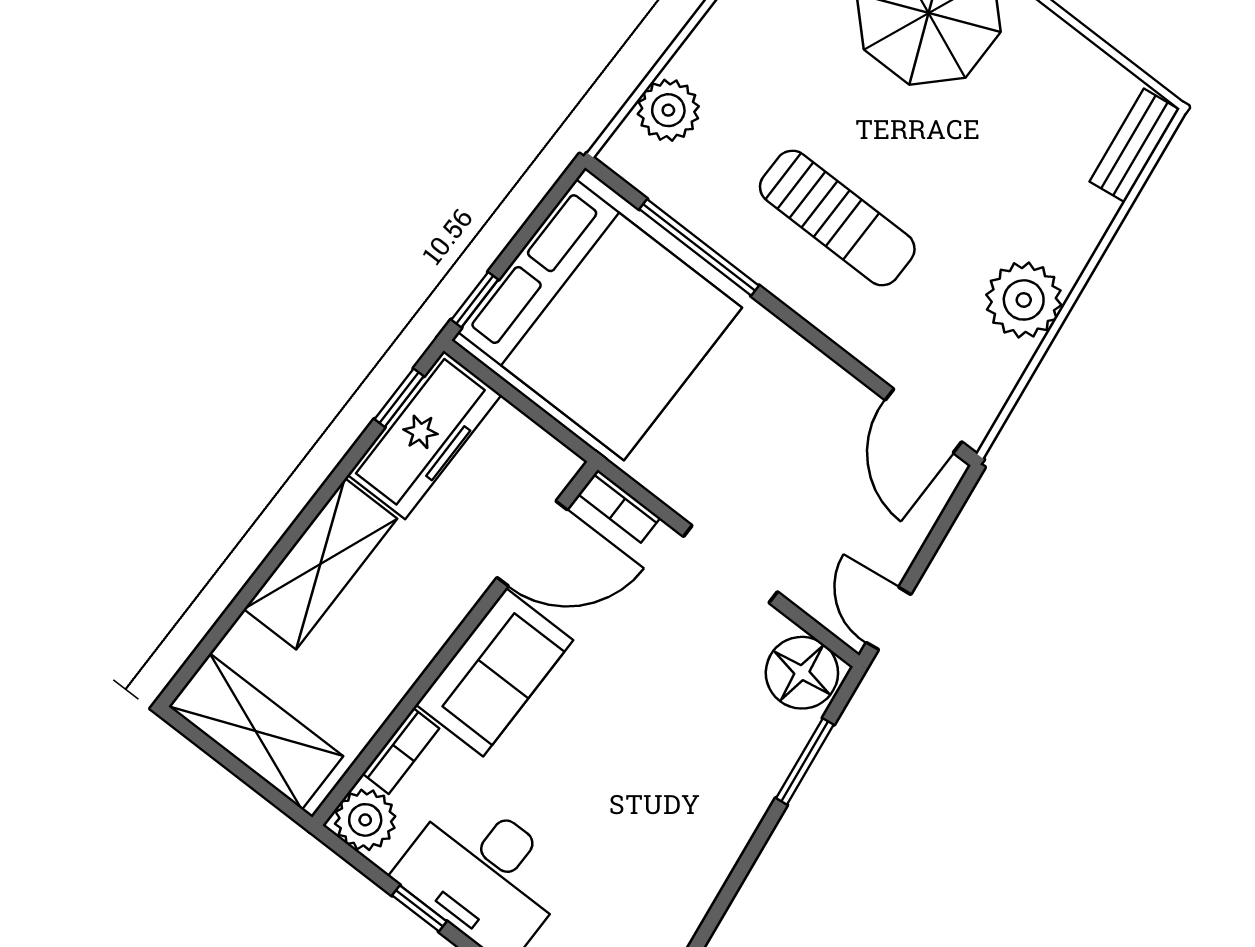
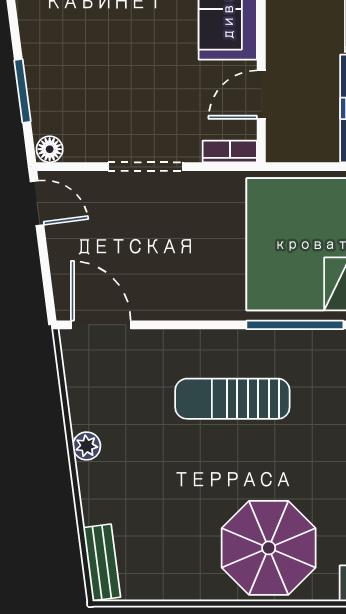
plant: (1024, 300) -> (87, 446), width x0.53, depth x0.53
door: (532, 544) -> (261, 95), width x0.73
floor lamp: (802, 673) -> (50, 149), width x0.53, depth x0.53

